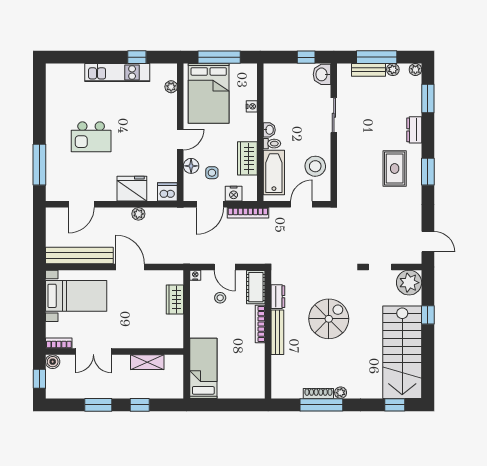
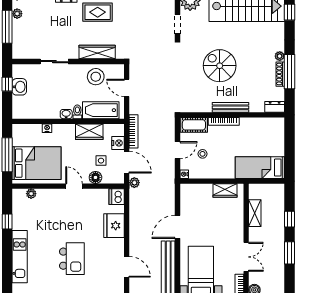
bench: (369, 70) -> (17, 33), removed
kitchen unit: (117, 72) -> (20, 257), moved
washbasin: (322, 74) -> (19, 87), moved, turned -90
wardrobe: (346, 168) -> (97, 52), added
plant: (138, 214) -> (134, 183), moved
dresser: (278, 297) -> (275, 107), moved
wardrobe: (175, 300) -> (225, 191), moved

